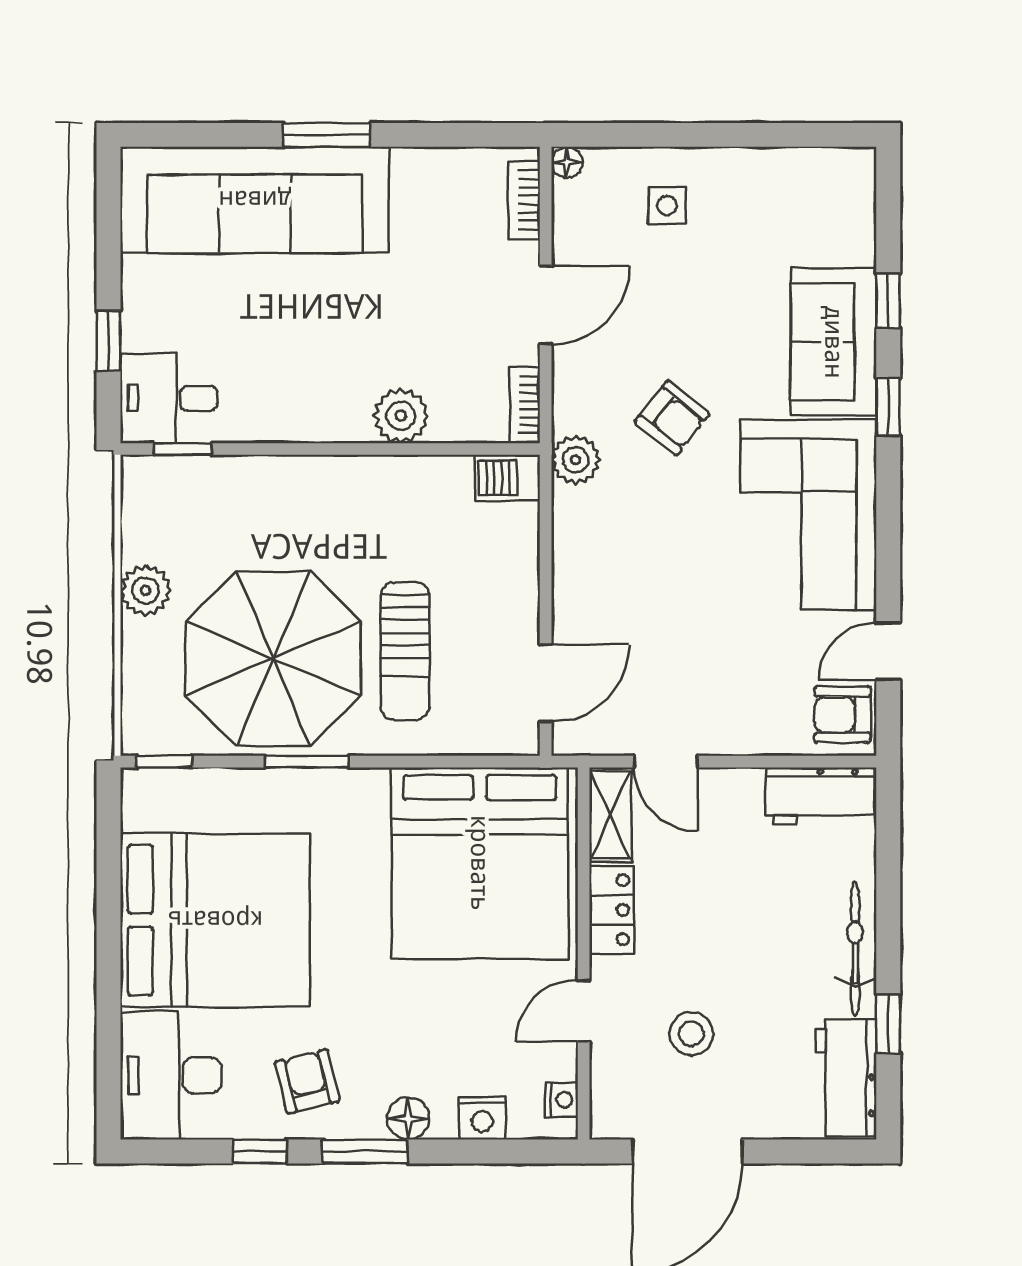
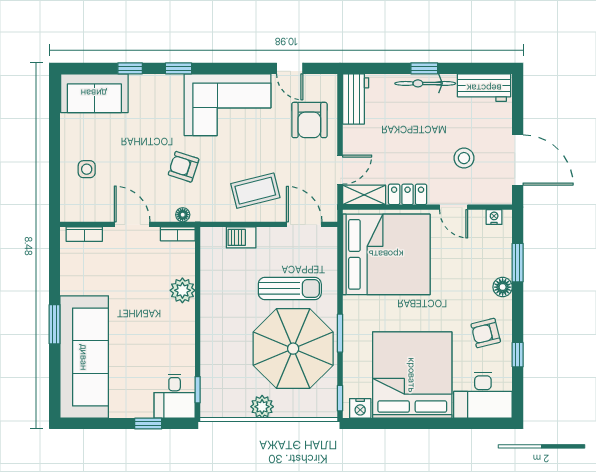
floor lamp: (567, 162) -> (183, 215), moved
sofa: (834, 342) -> (94, 93), moved
armchair: (672, 418) -> (184, 167), turned -111
plant: (576, 460) -> (203, 211), removed
barbecue: (508, 478) -> (241, 237), moved, turned 90
coffee table: (620, 576) -> (255, 191), added
armchair: (842, 715) -> (309, 120), moved, width x1.38, depth x1.38
window: (888, 1024) -> (424, 68), moved
nightstand: (482, 1118) -> (360, 408), moved, turned 90
window: (365, 1151) -> (518, 263), moved

